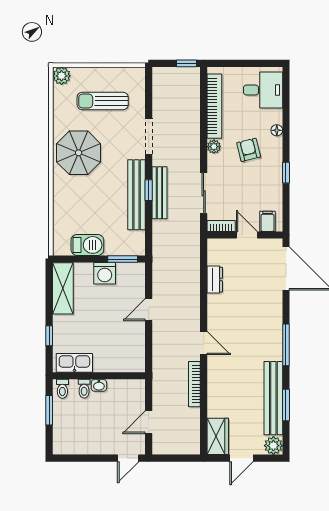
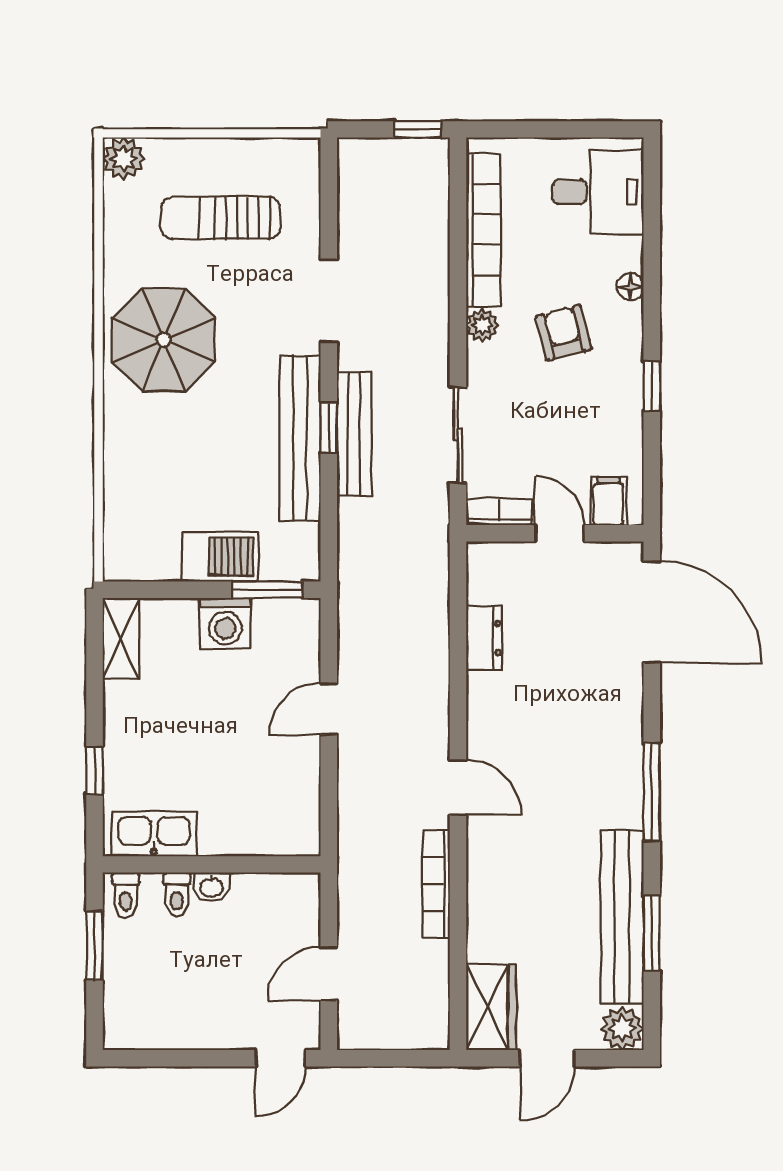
barbecue: (87, 245) -> (220, 557), moved
shelving: (63, 288) -> (121, 639), width x0.67, depth x0.75

